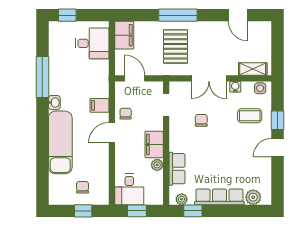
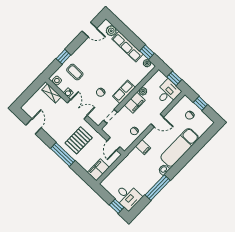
desk: (92, 43) -> (128, 197), moved, turned 180
door: (112, 133) -> (157, 120), moved
door: (278, 148) -> (89, 30), moved
row of seats: (177, 169) -> (124, 92), moved

